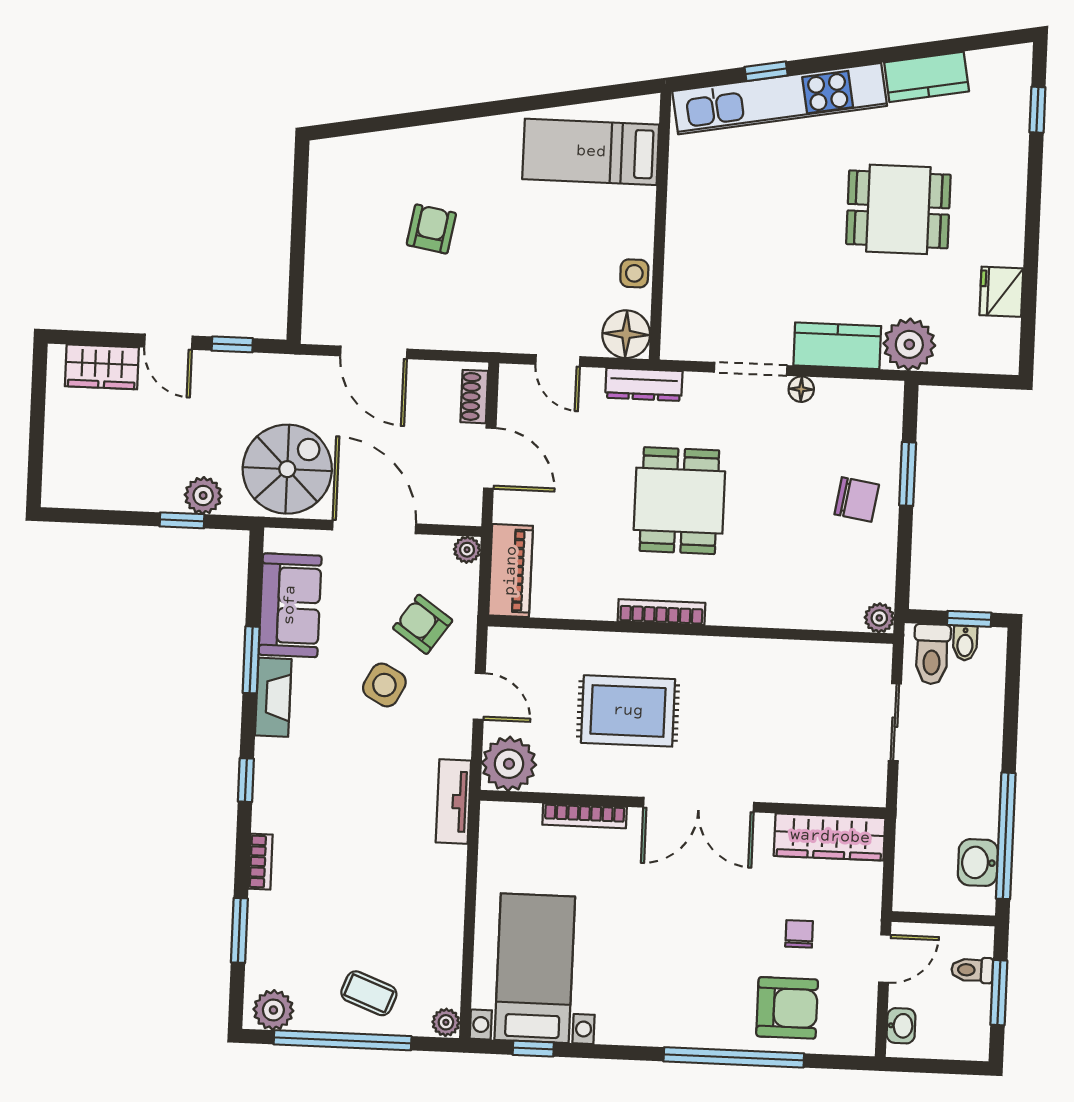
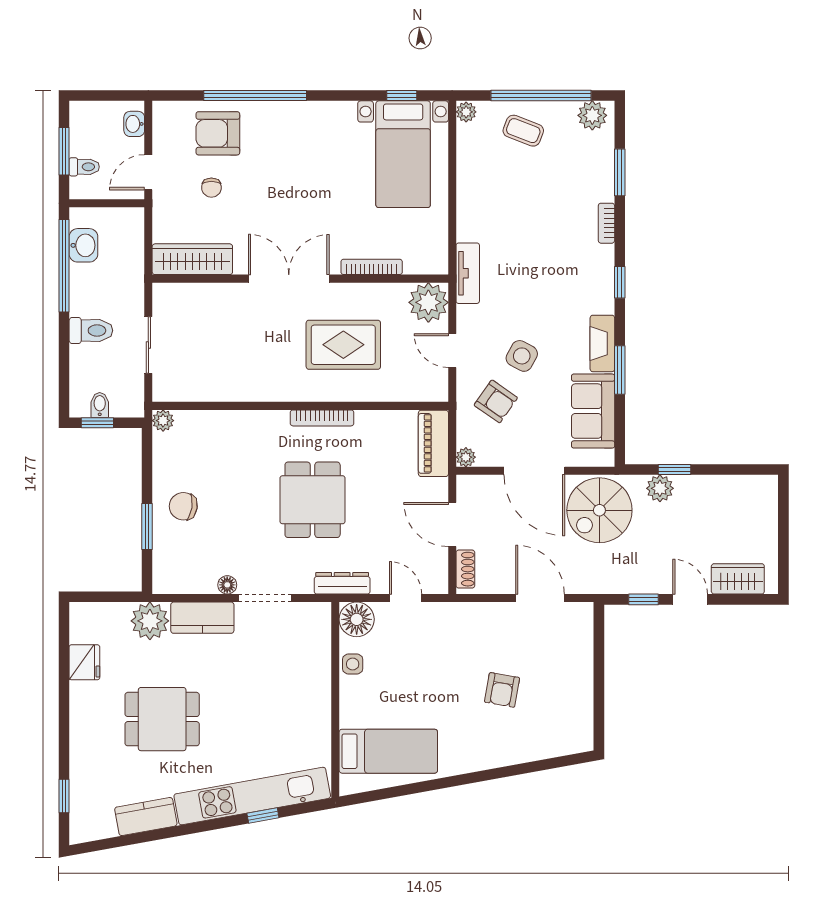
toilet: (932, 654) -> (91, 330), moved, turned 90

